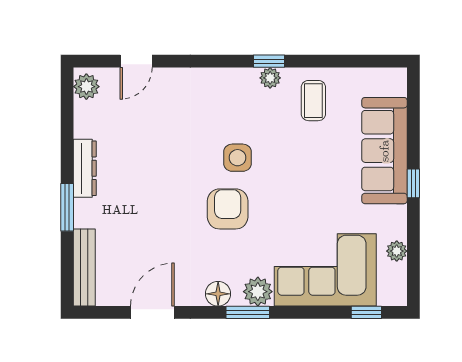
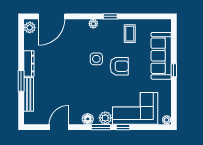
door: (136, 61) -> (52, 16), width x1.88
plant: (270, 78) -> (93, 24), moved
armchair: (228, 209) -> (119, 66), moved, turned 90
plant: (397, 251) -> (167, 120), moved
bench: (84, 268) -> (29, 94), moved
window: (366, 312) -> (123, 127), moved

